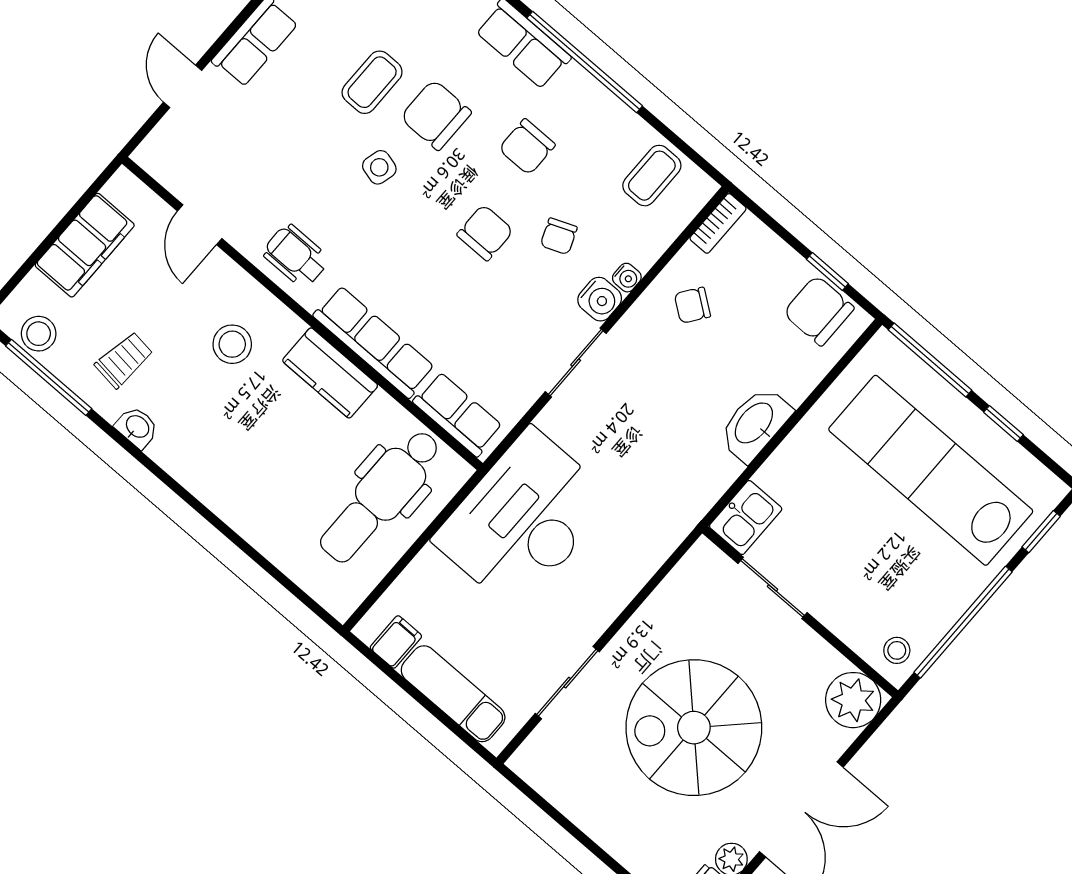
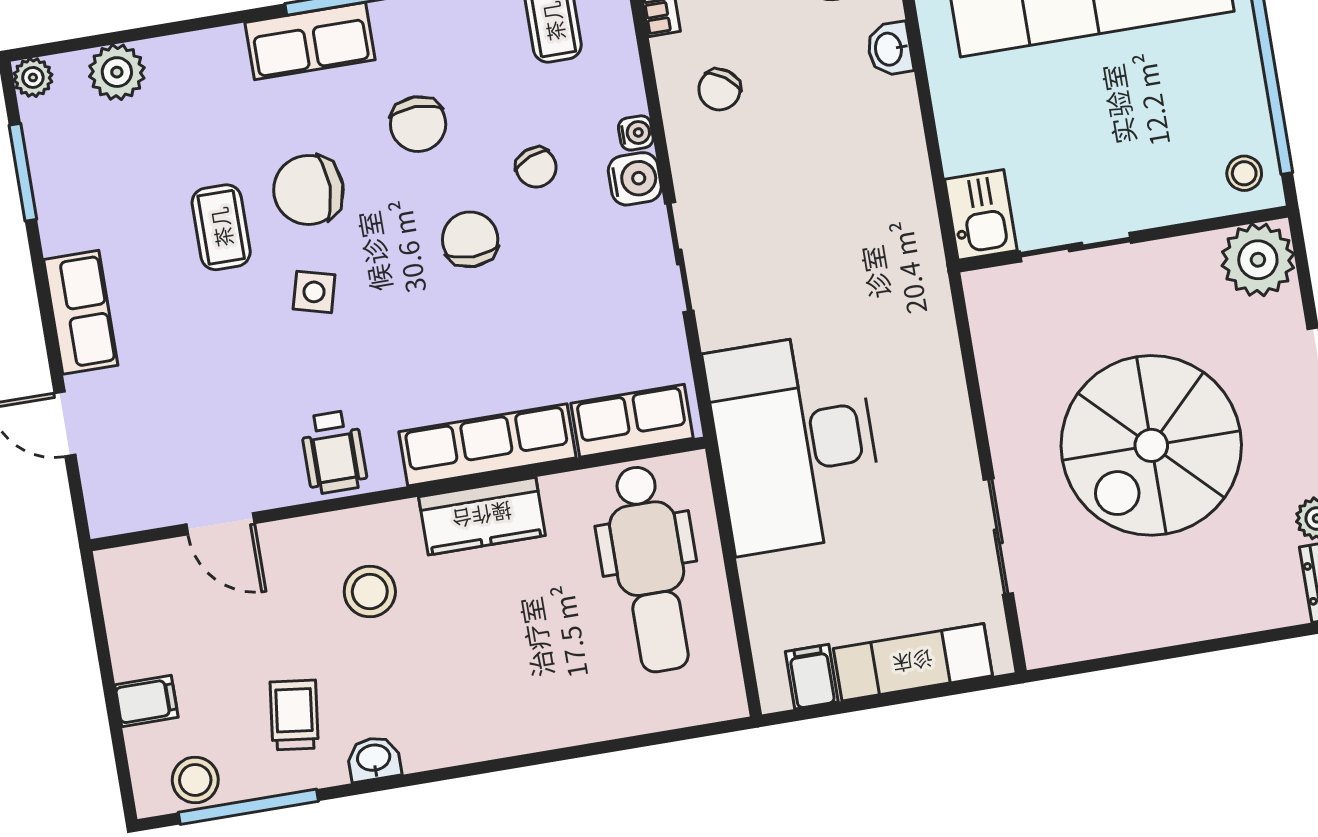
filing cabinet: (85, 245) -> (146, 701), width x0.33, depth x0.86
wheelchair: (296, 256) -> (334, 452), turned -90
washbasin: (755, 424) -> (890, 49), moved, width x0.52, depth x0.69

